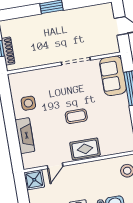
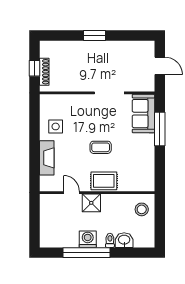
door: (55, 166) -> (71, 193), swing flipped
shower: (34, 180) -> (91, 203), moved

